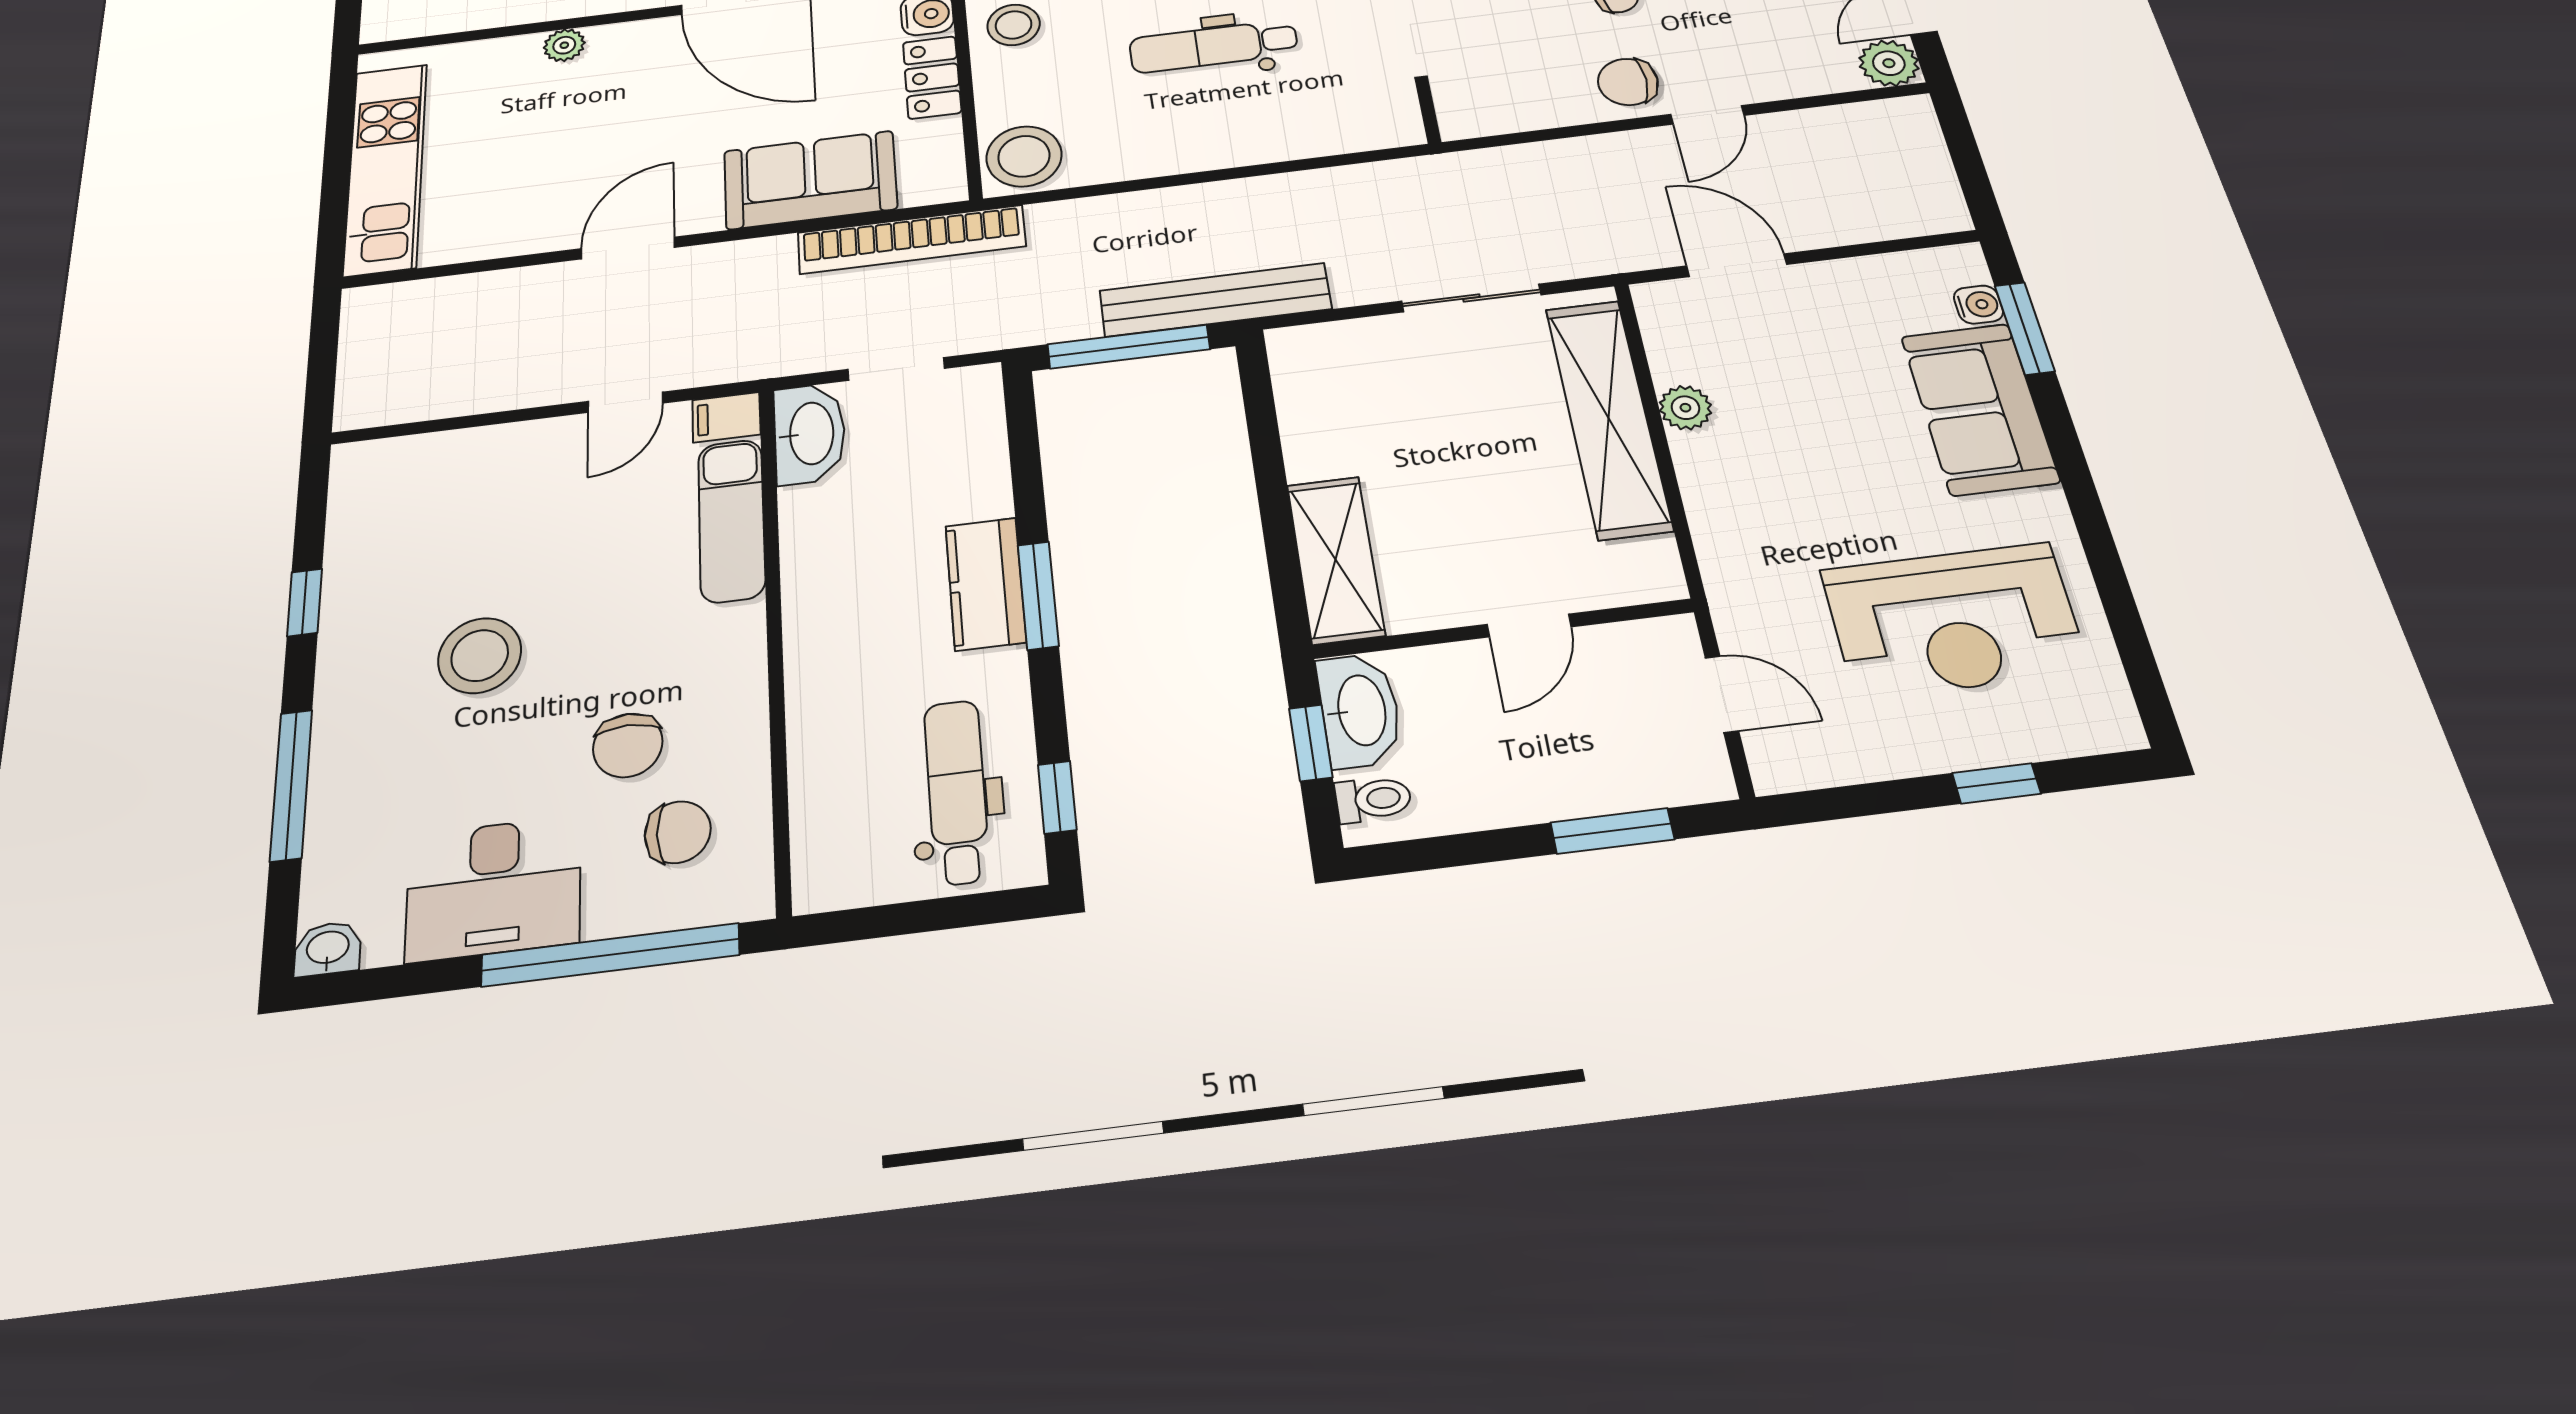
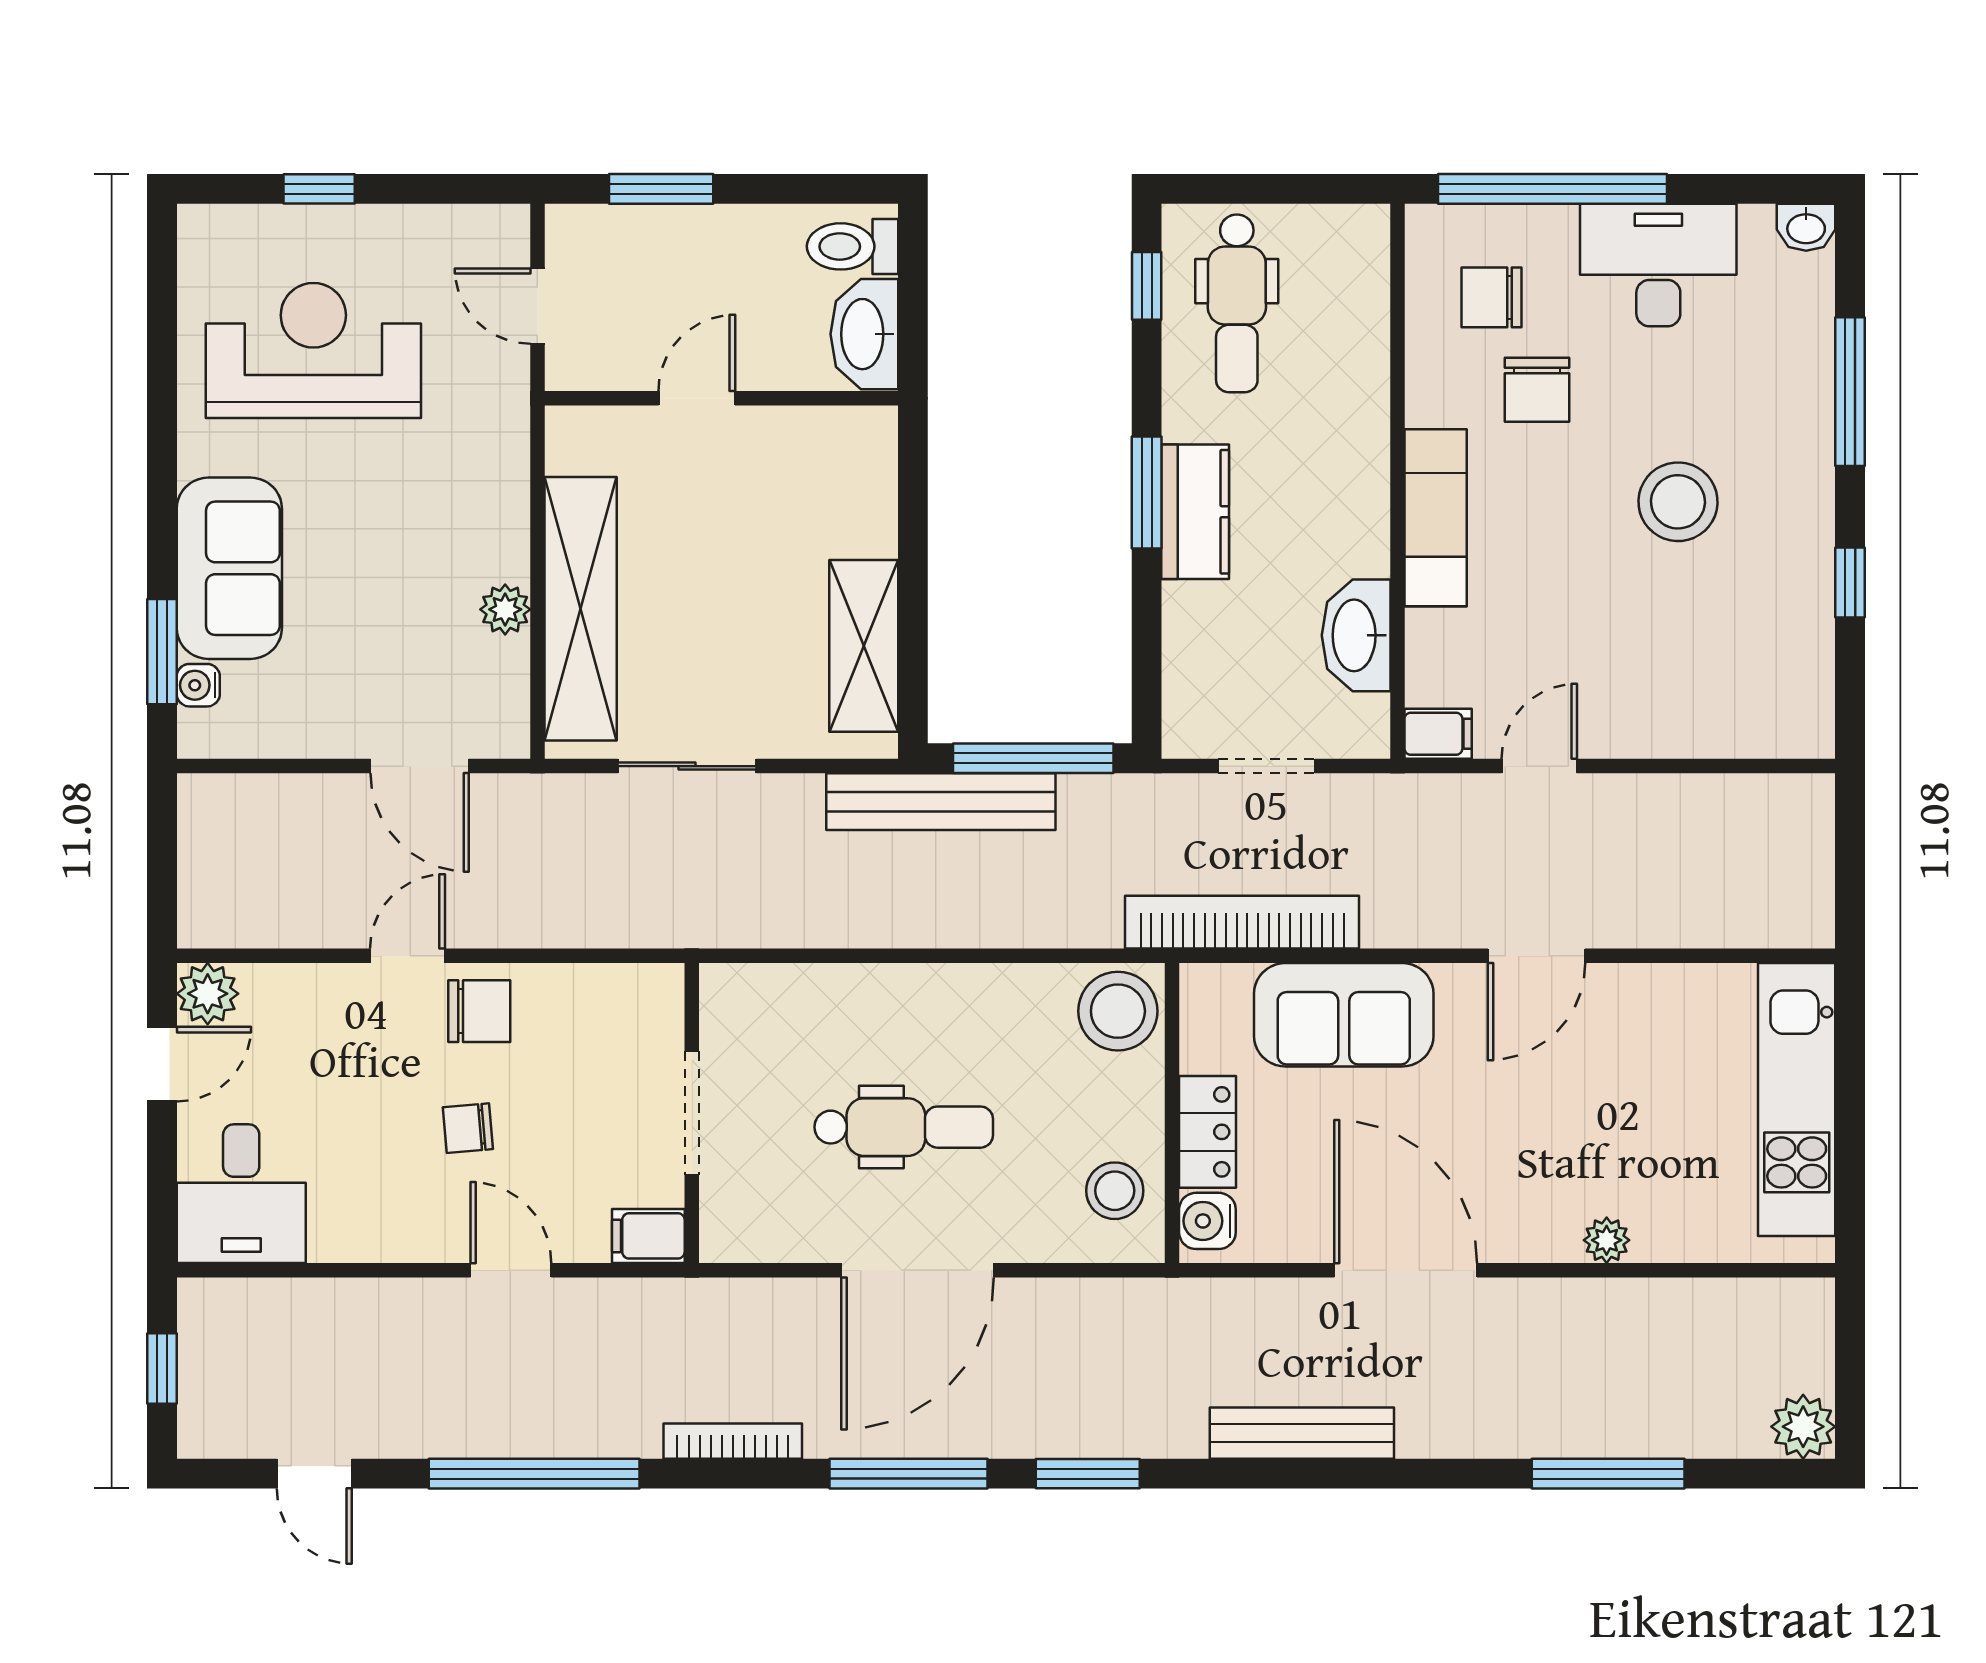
washbasin: (810, 434) -> (1356, 635), moved
exam couch: (731, 520) -> (1436, 518), moved
shelving: (1336, 560) -> (864, 646), moved
window: (1311, 743) -> (913, 308), removed
chair: (628, 745) -> (1537, 390), turned 180
toilet: (1373, 799) -> (852, 246), width x1.37, depth x1.39

